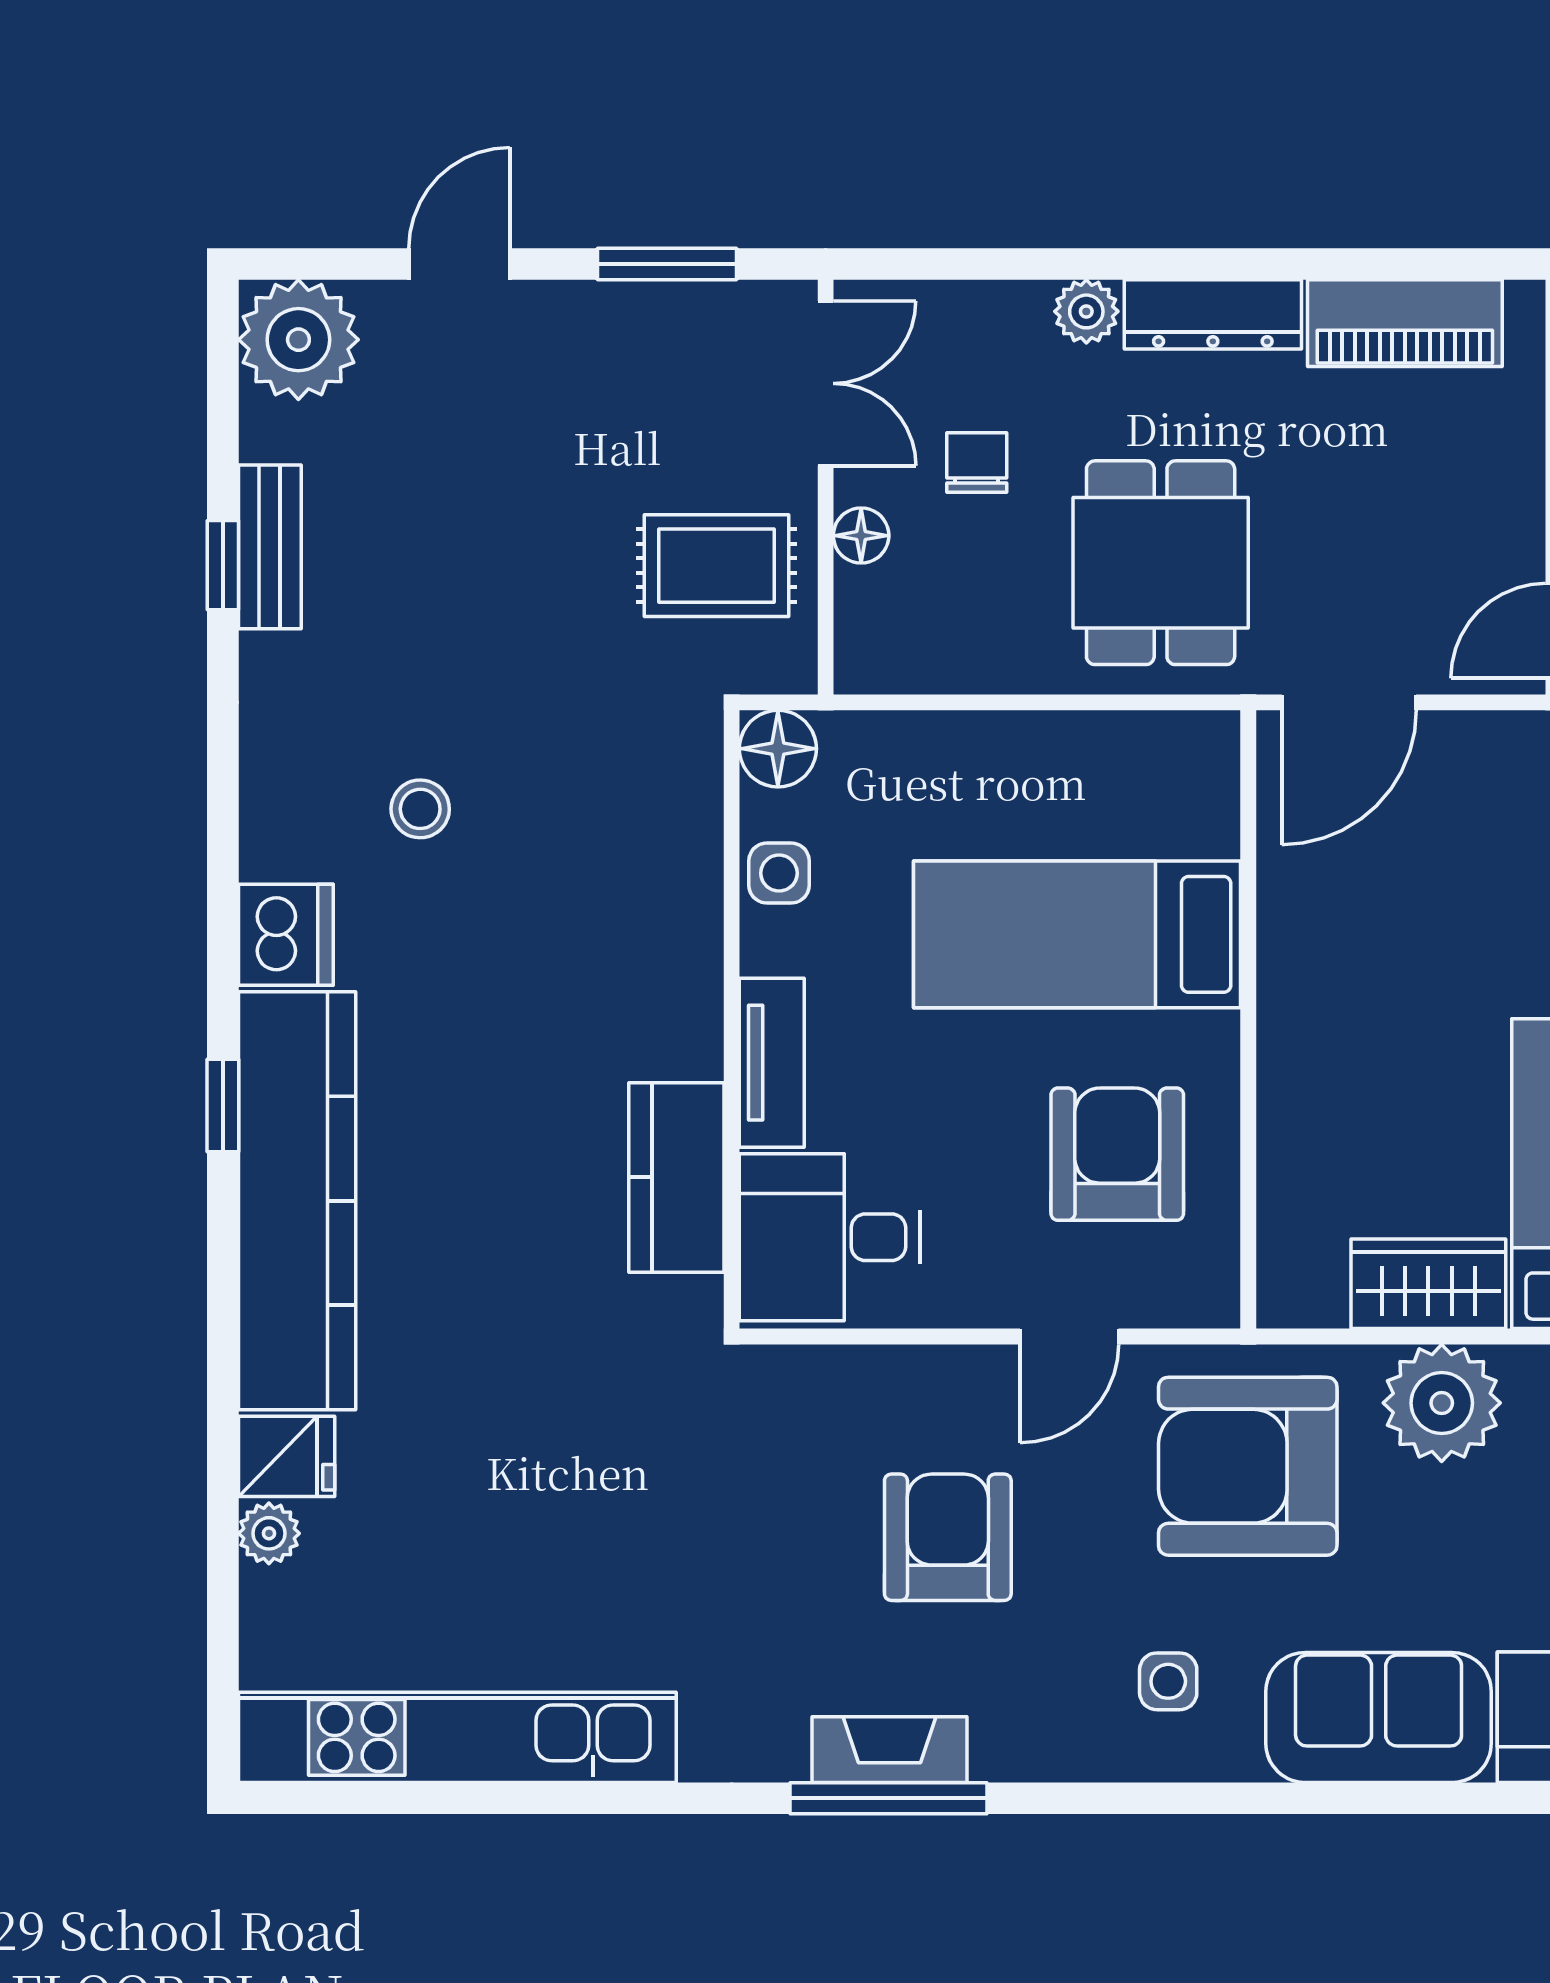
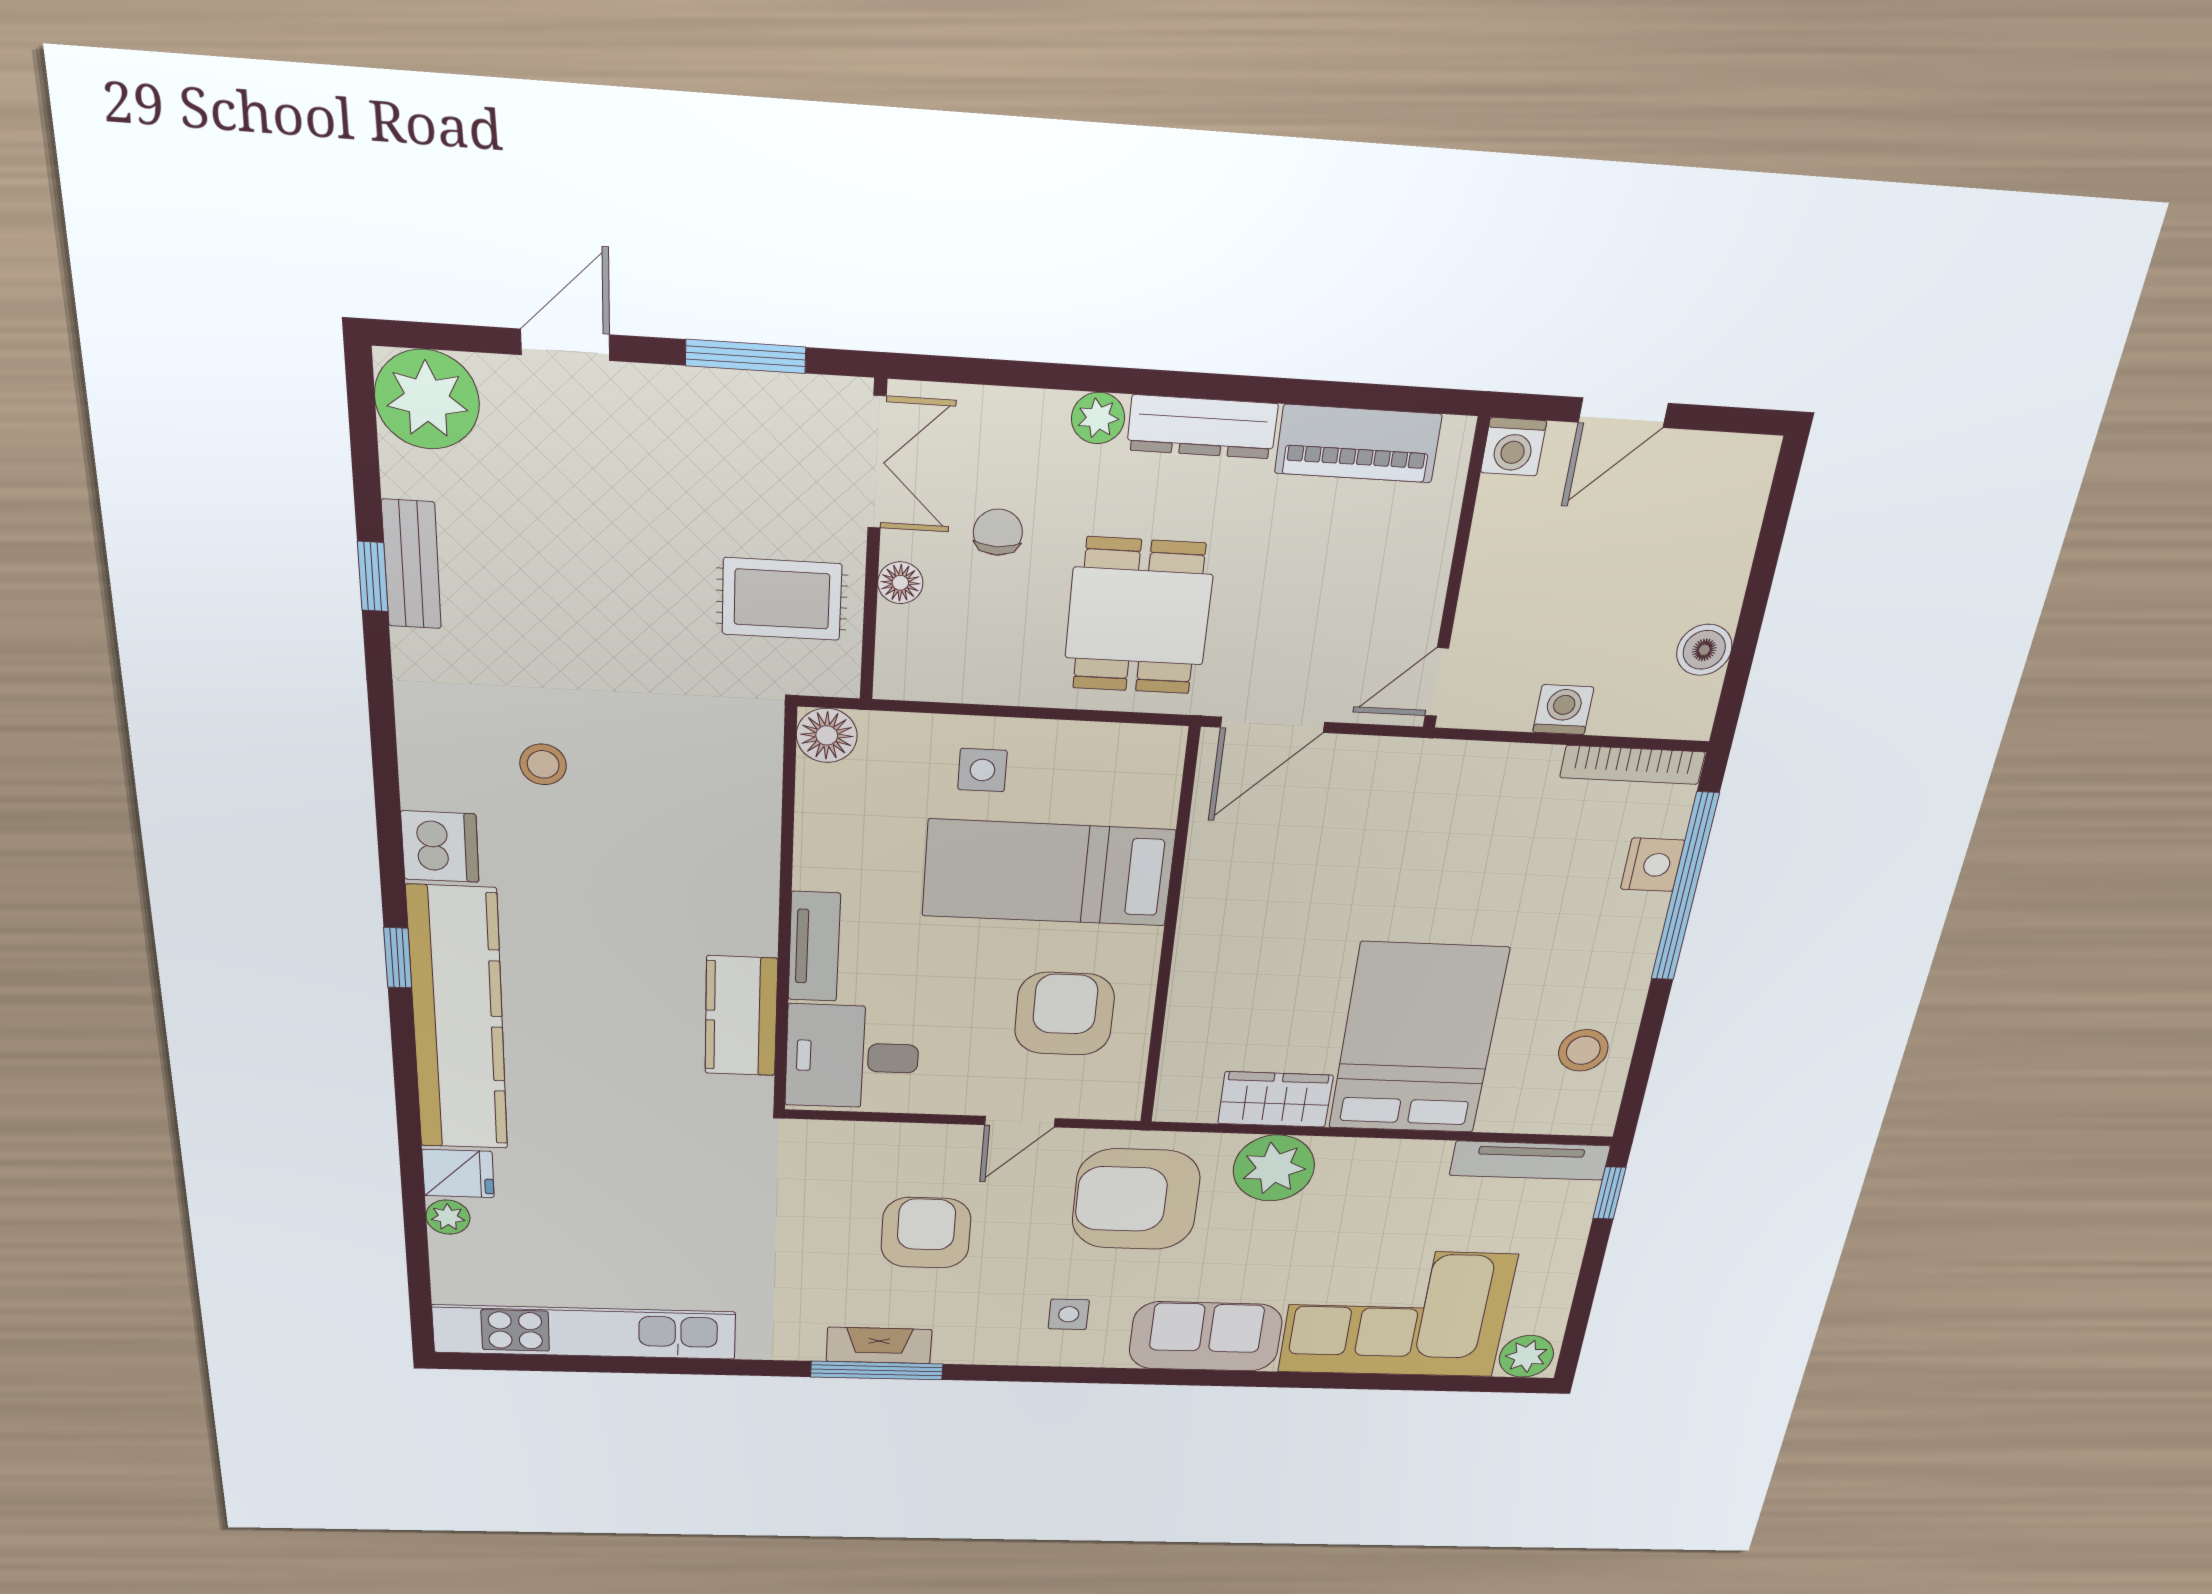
side table: (779, 873) -> (982, 770), moved

